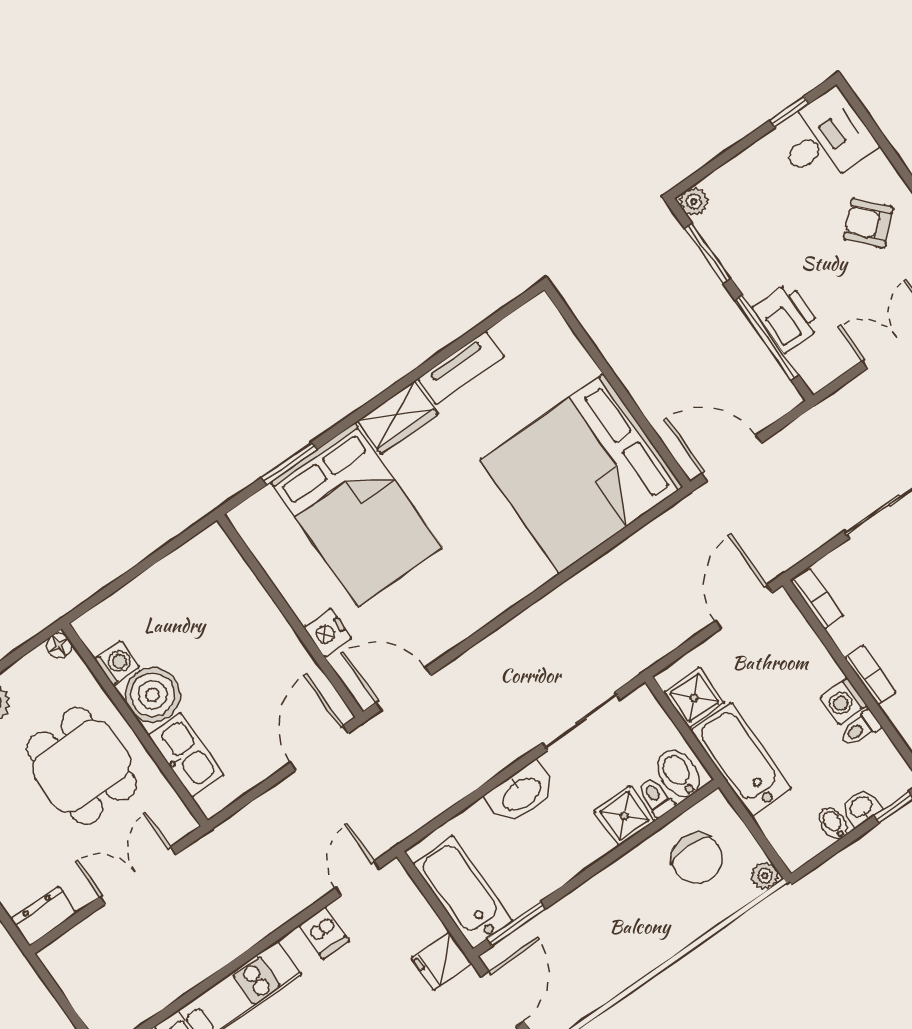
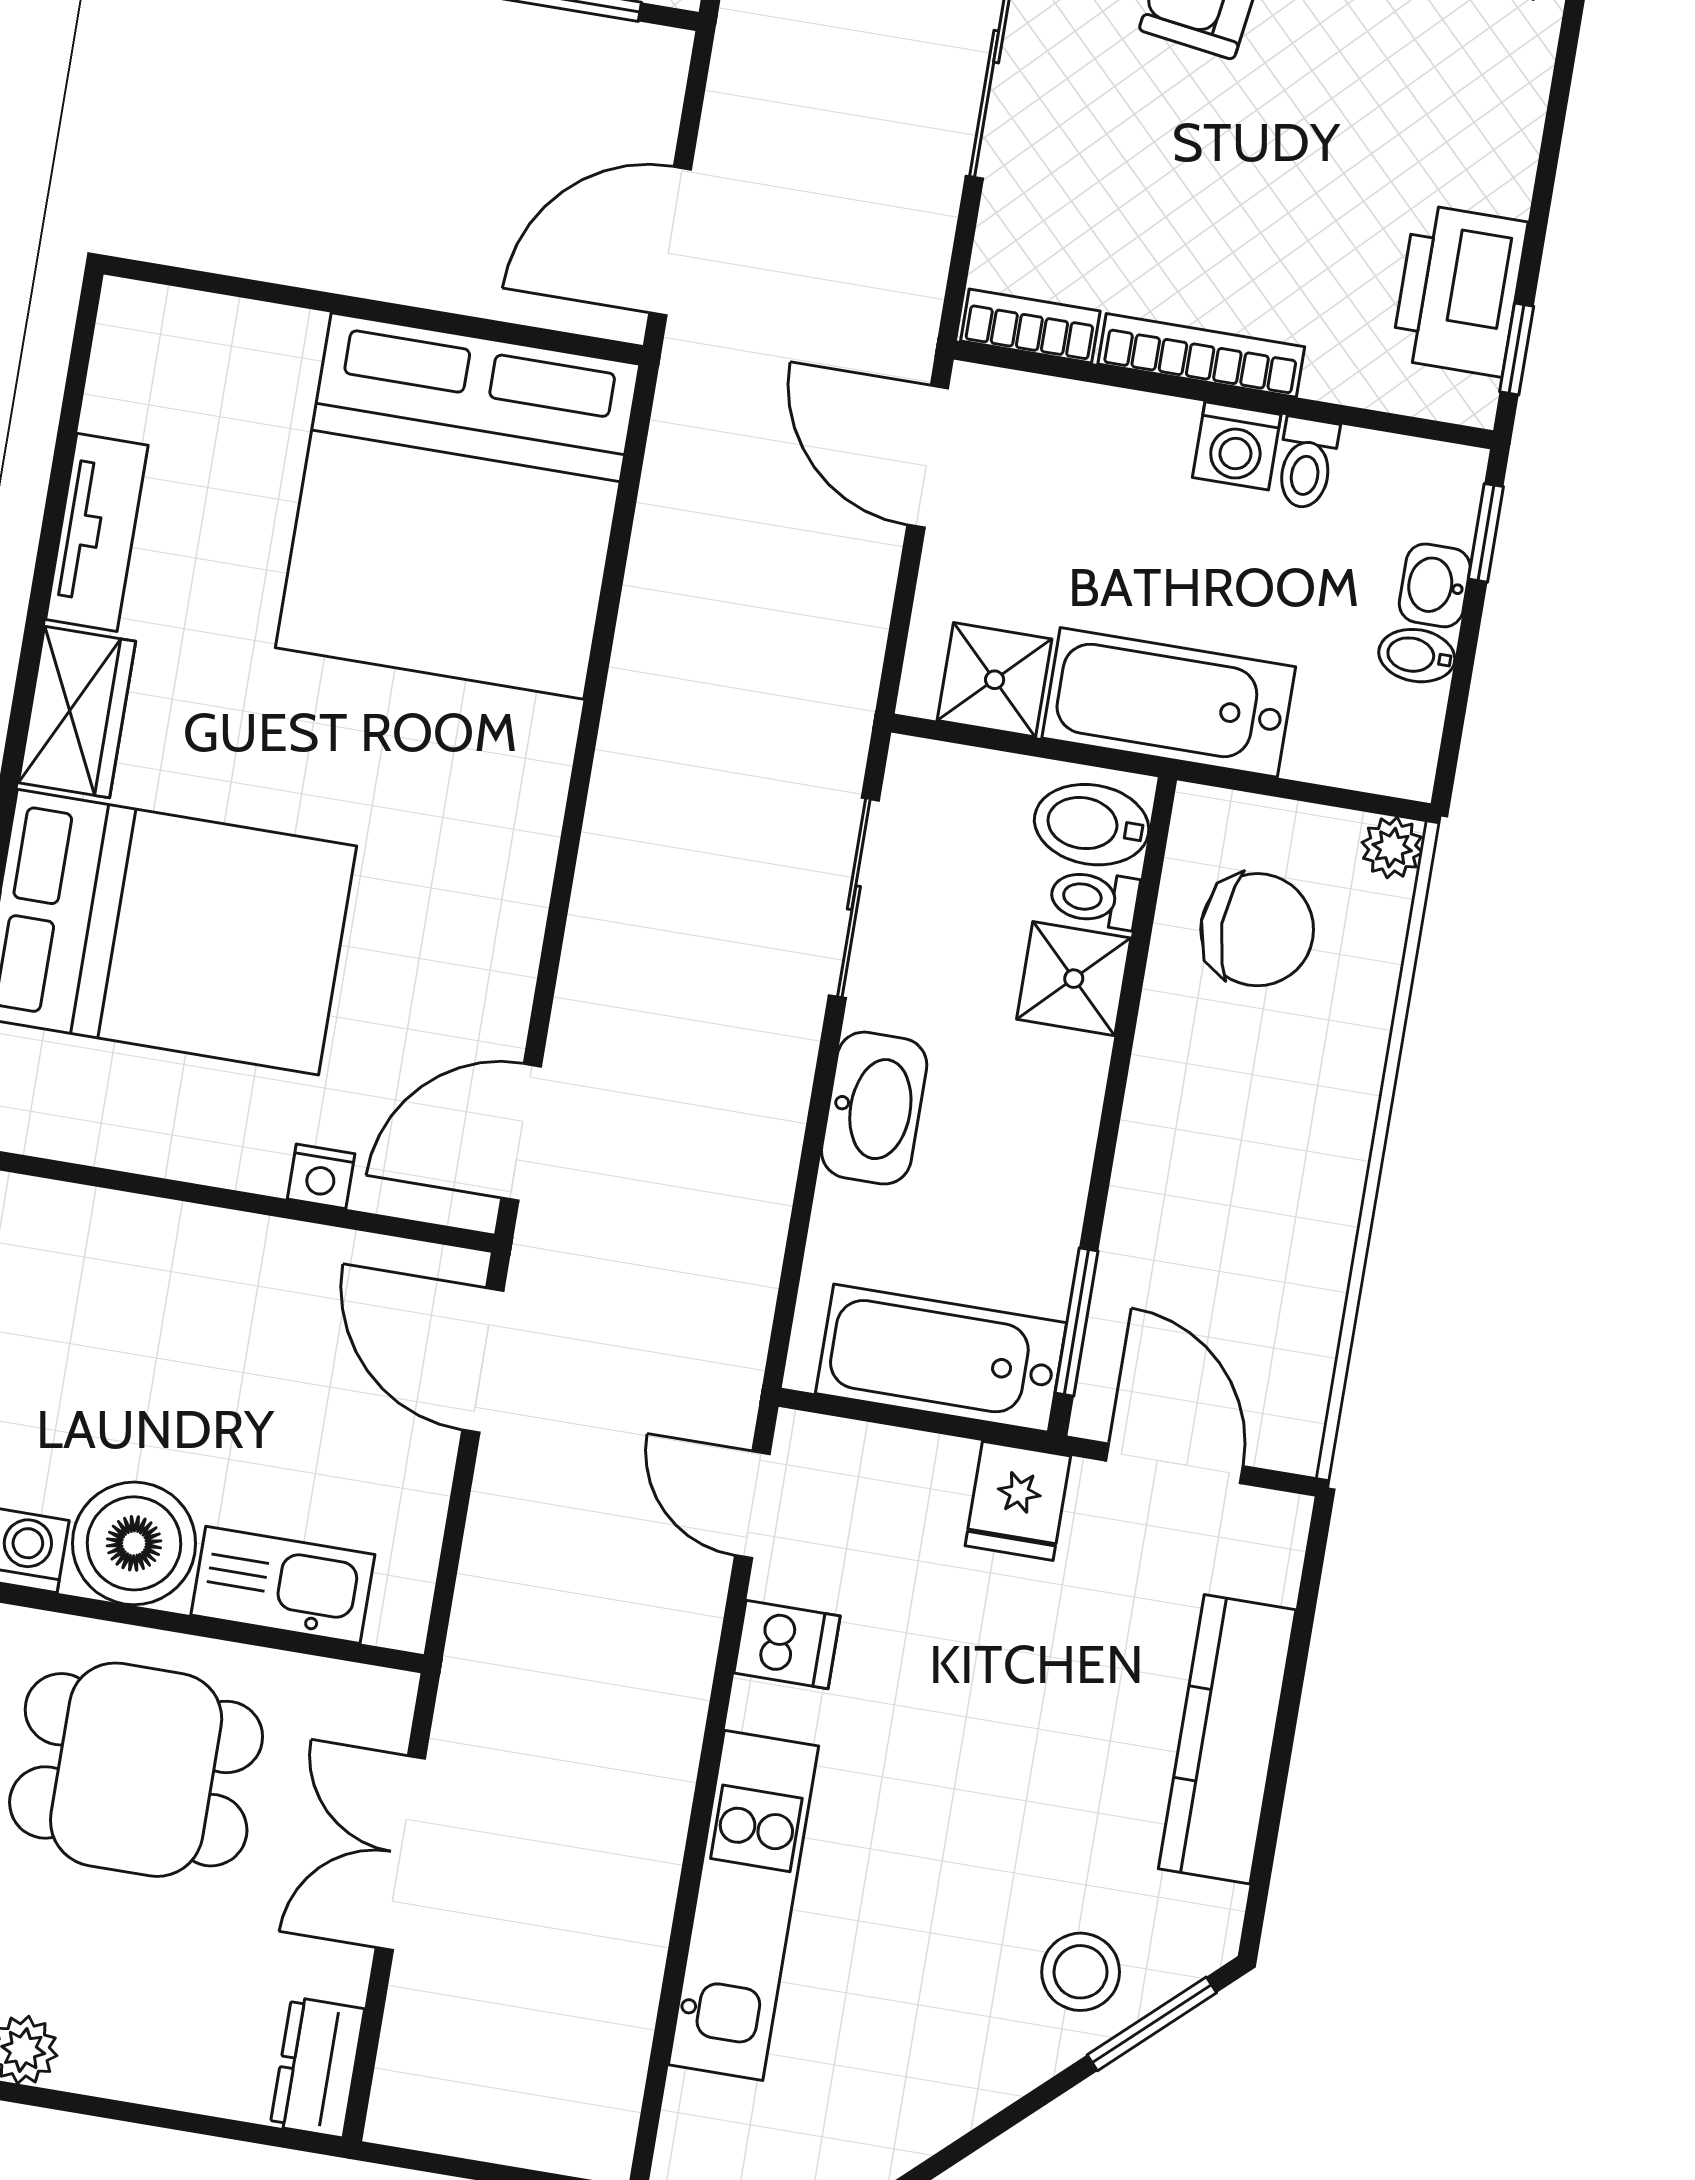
nightstand: (328, 633) -> (321, 1176), width x0.72, depth x0.74
bookcase: (870, 675) -> (1201, 355), width x1.56

